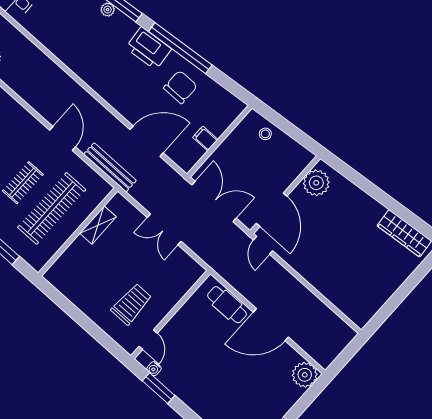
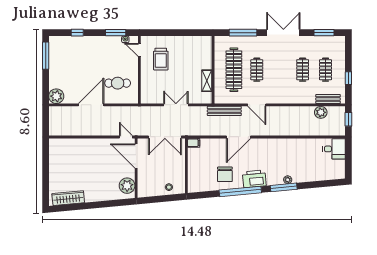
filing cabinet: (205, 138) -> (194, 143), moved
door: (147, 141) -> (239, 137), moved
cafe table: (227, 305) -> (118, 83), moved

